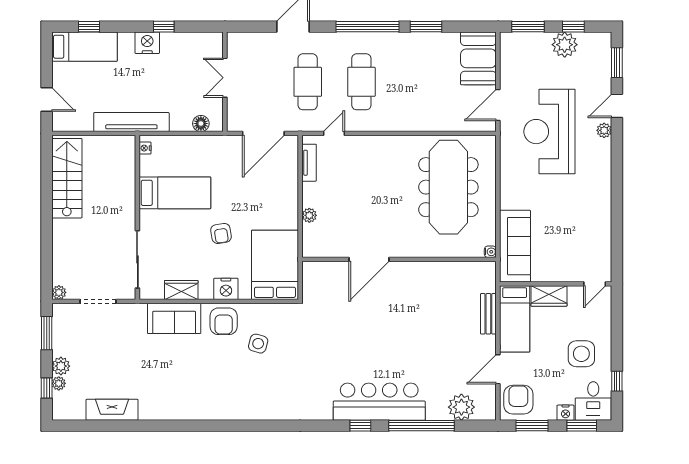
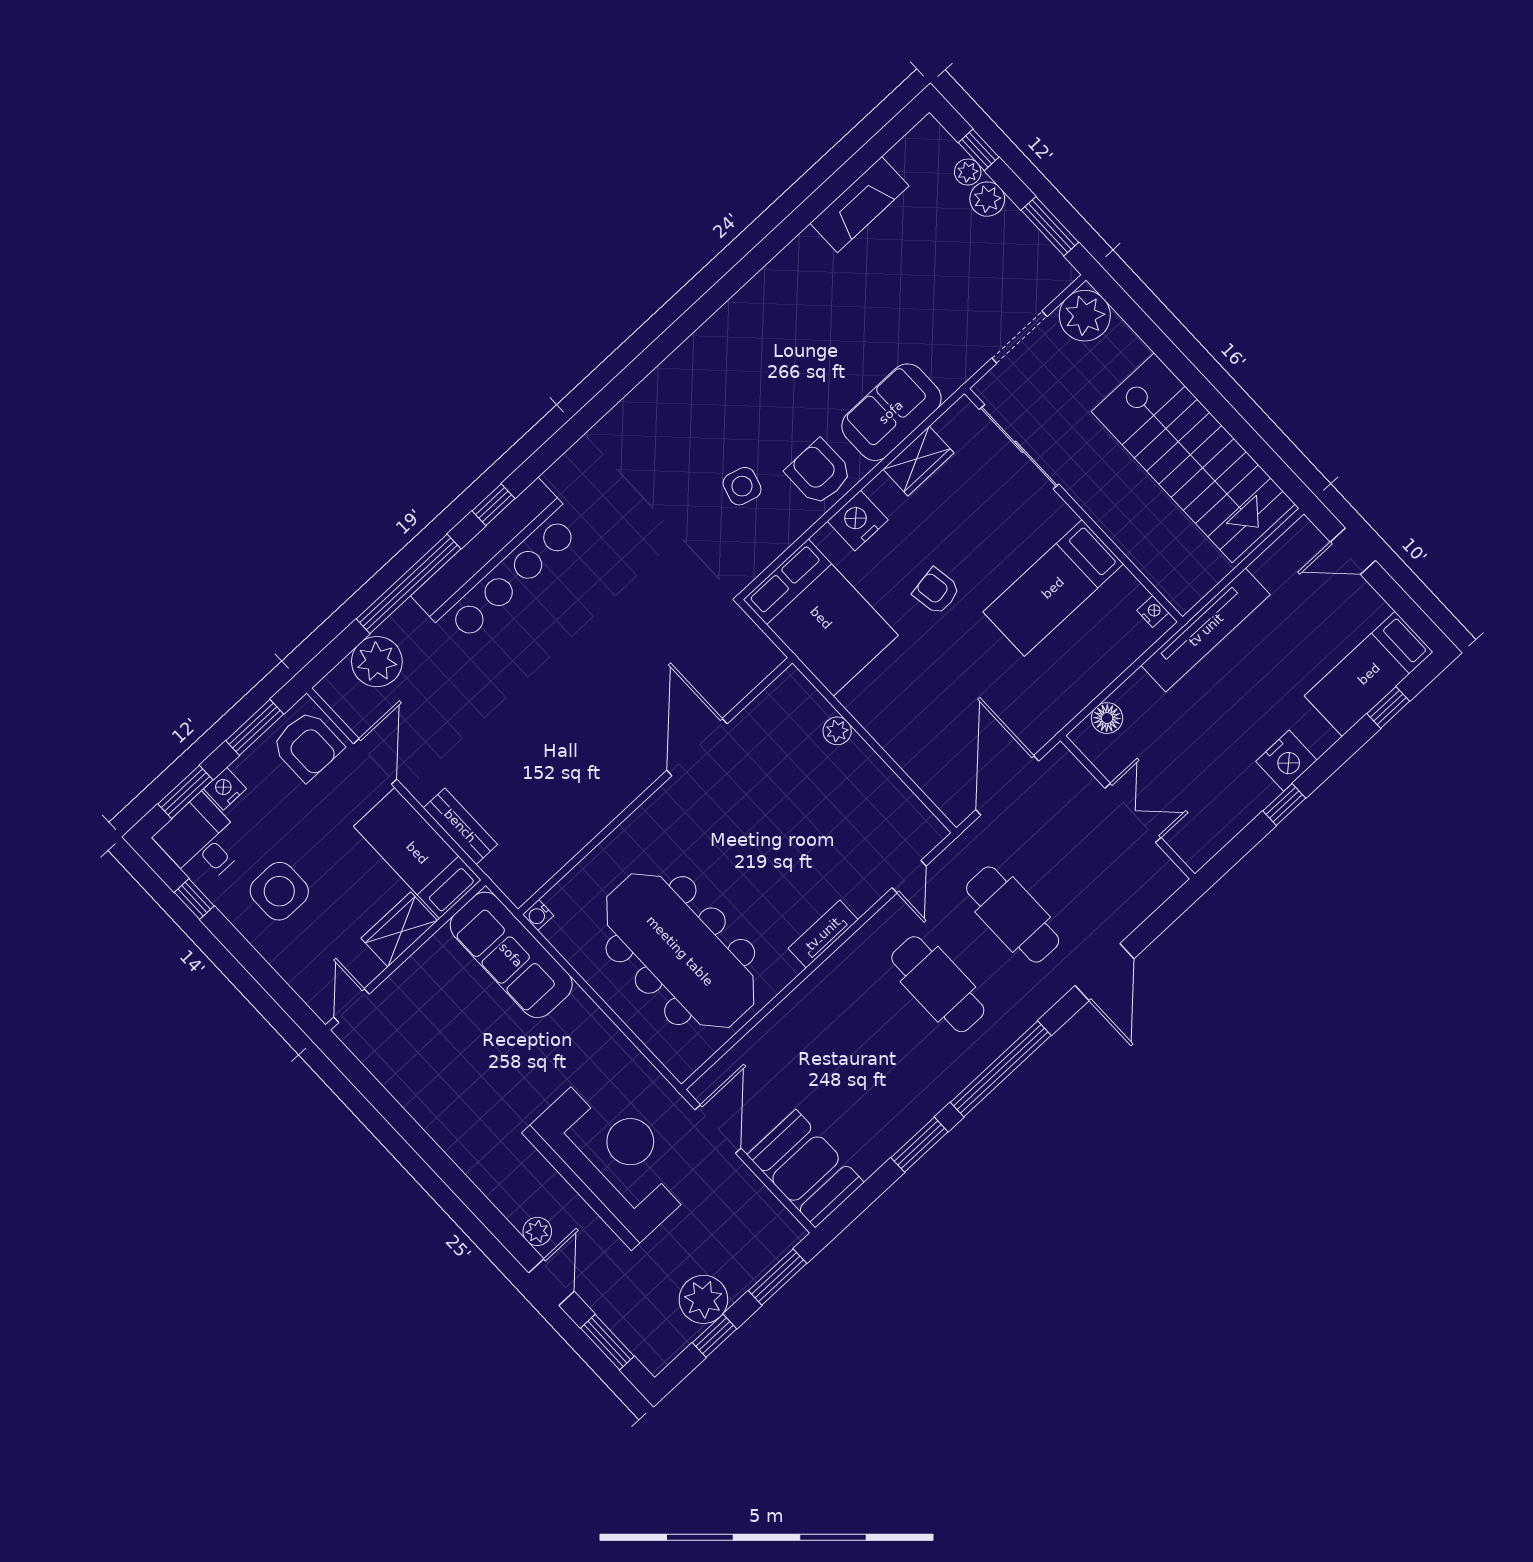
tv unit: (309, 163) -> (823, 934), moved, turned 90
stairs: (67, 178) -> (1193, 458), width x1.36, depth x1.51
plant: (59, 292) -> (1085, 316), width x1.88, depth x1.88

